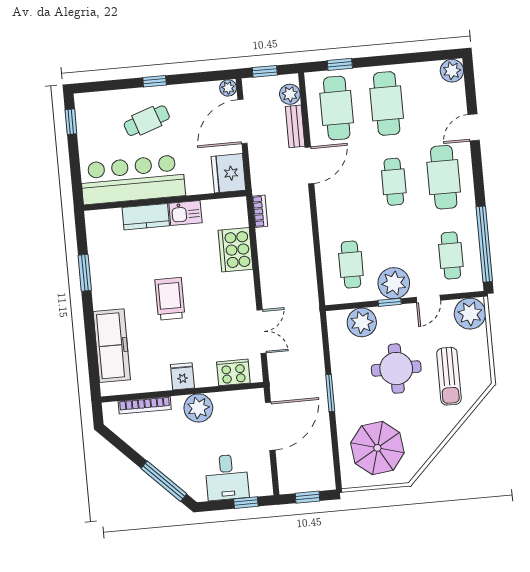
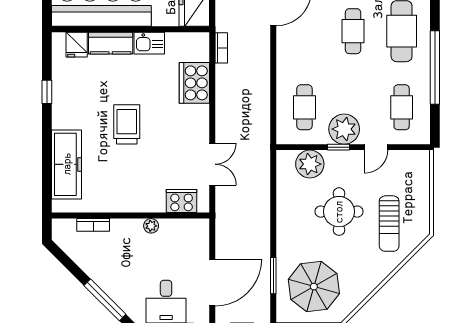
window: (484, 244) -> (435, 67), moved
window: (85, 273) -> (47, 92), width x0.67
plant: (470, 314) -> (415, 165), removed
fridge: (182, 376) -> (77, 45), moved, turned 180
window: (330, 393) -> (273, 276), moved
bookcase: (145, 405) -> (93, 225), width x0.64
plant: (198, 408) -> (151, 226), width x0.53, depth x0.53
door: (270, 426) -> (212, 283), moved

